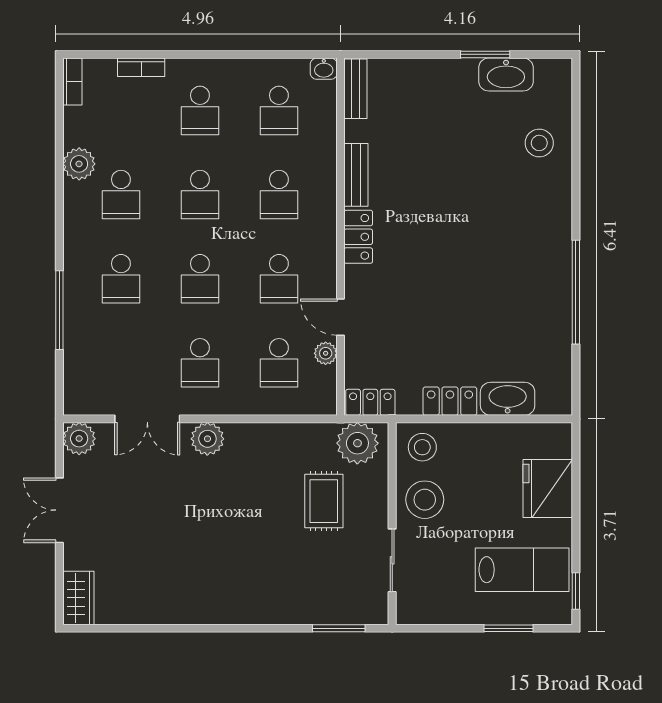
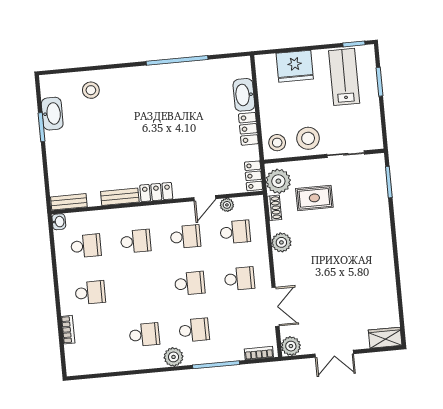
bookcase: (72, 82) -> (259, 353), moved
plant: (79, 164) -> (174, 357), moved
school desk: (200, 195) -> (140, 288), removed
shoe rack: (313, 432) -> (274, 208), added
plant: (207, 439) -> (281, 242), moved

